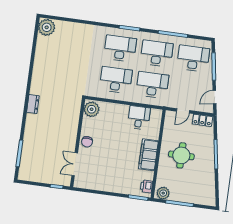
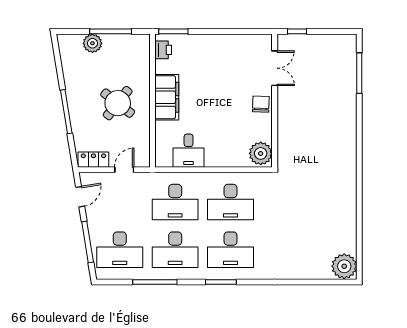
dresser: (33, 104) -> (349, 149), removed
round table: (181, 155) -> (118, 103), turned 38
plant: (163, 193) -> (92, 43), moved

